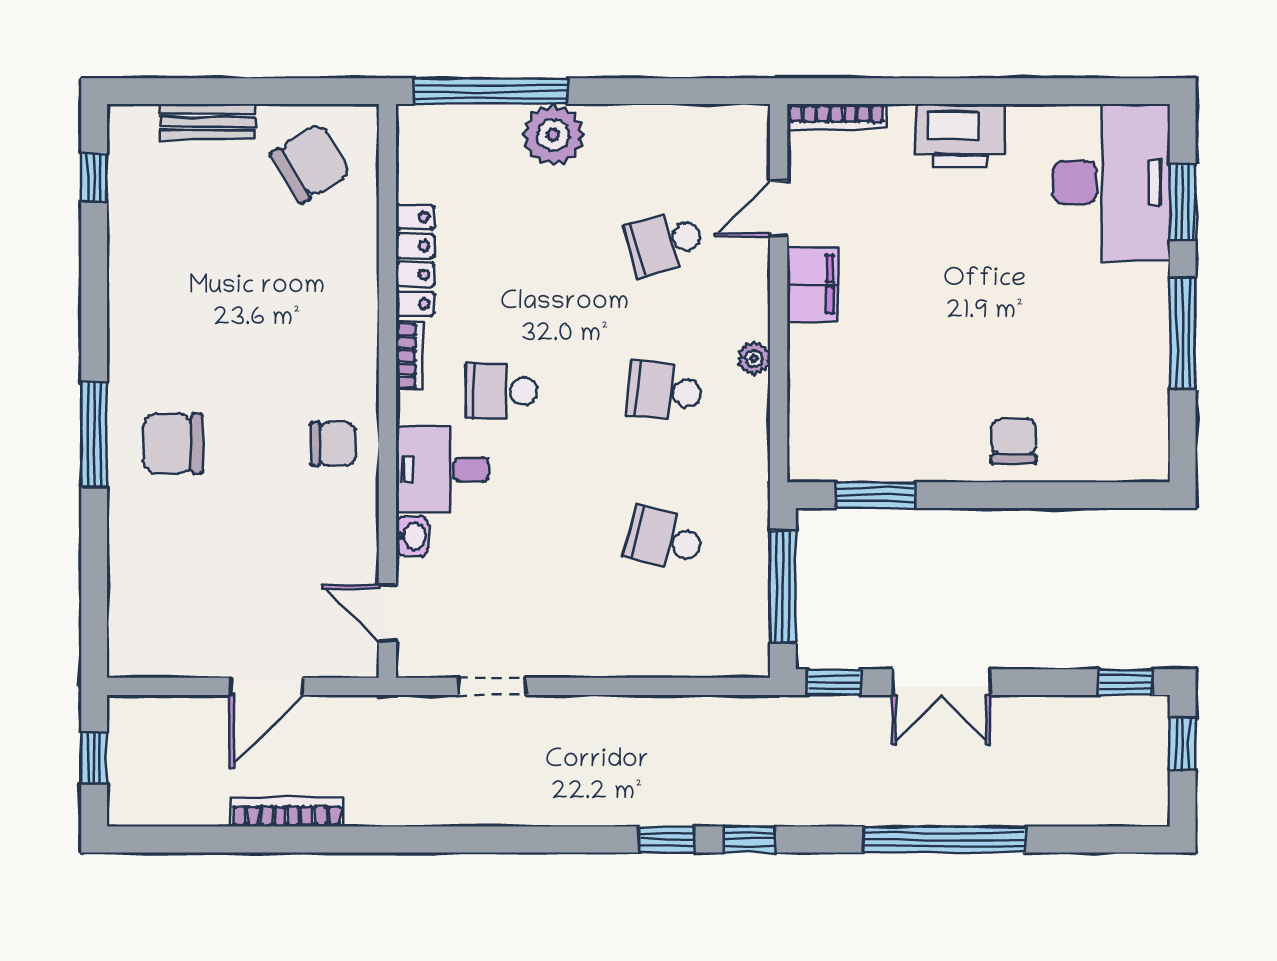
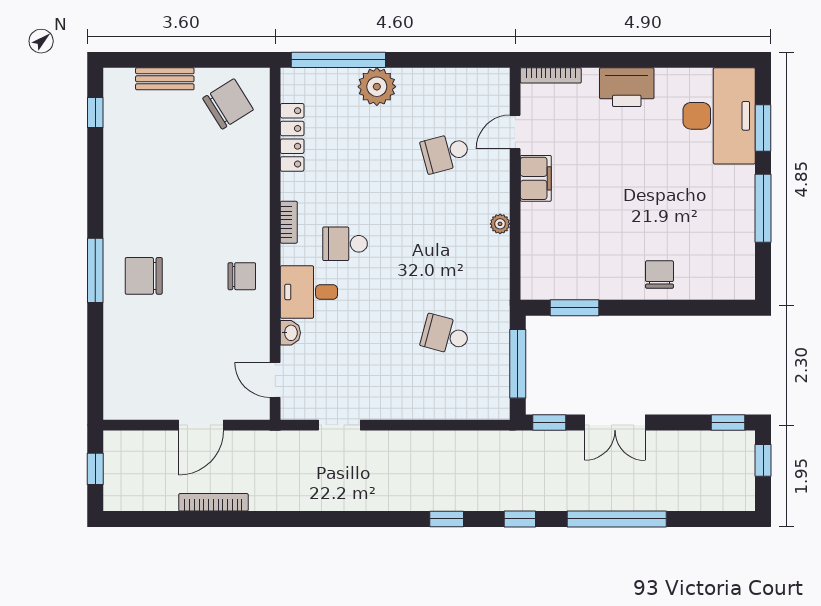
locker: (415, 260) -> (292, 137), moved
school desk: (665, 391) -> (445, 244), removed
window: (749, 839) -> (520, 519), moved

